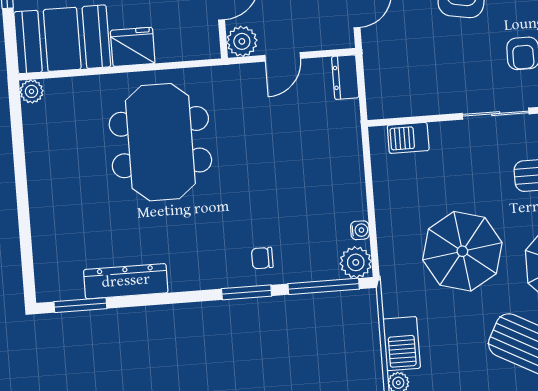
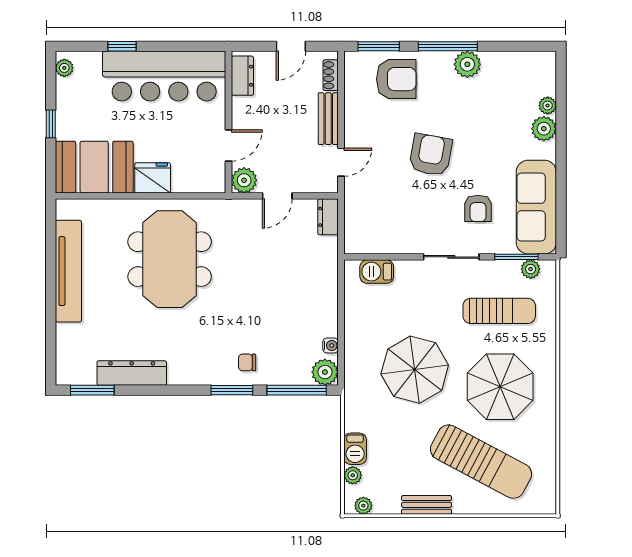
plant: (31, 91) -> (65, 209), removed
tv unit: (41, 166) -> (68, 271), added
barbecue: (402, 344) -> (355, 449), width x0.73, depth x0.79

